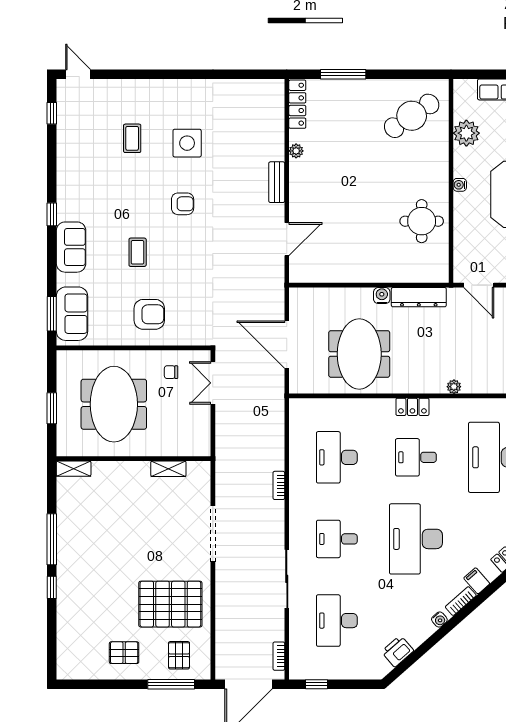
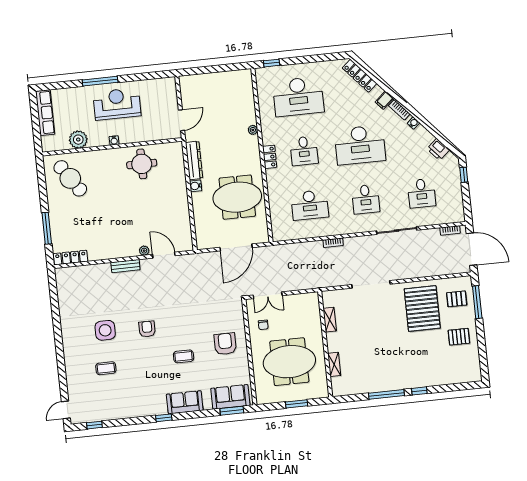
plant: (296, 151) -> (144, 251), moved
shelving: (74, 469) -> (334, 364), moved
desk: (337, 621) -> (422, 193), width x0.73
pallet: (124, 653) -> (459, 337), turned 90
window: (316, 684) -> (464, 175), moved

